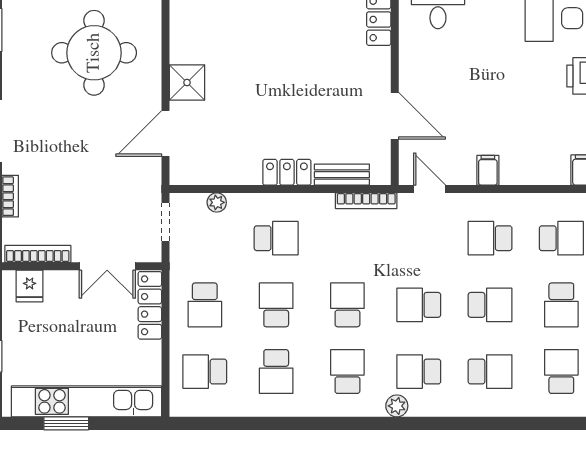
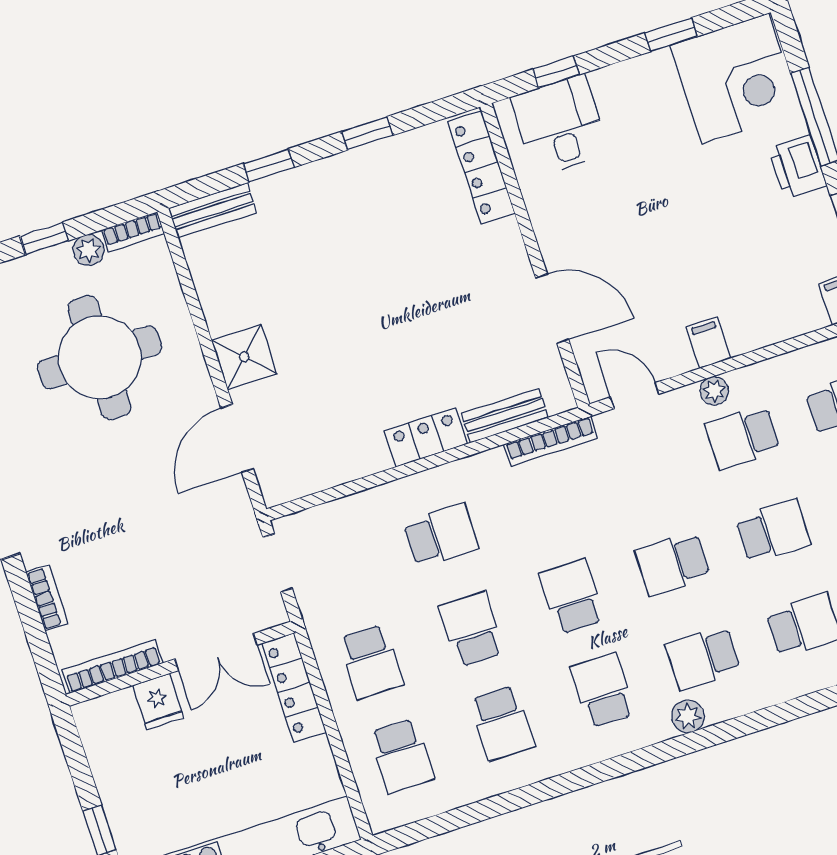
plant: (217, 202) -> (714, 391), moved
fridge: (30, 286) -> (158, 702), moved
school desk: (205, 372) -> (402, 756), turned -90

